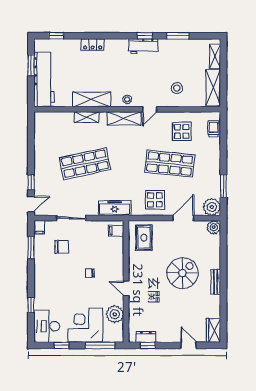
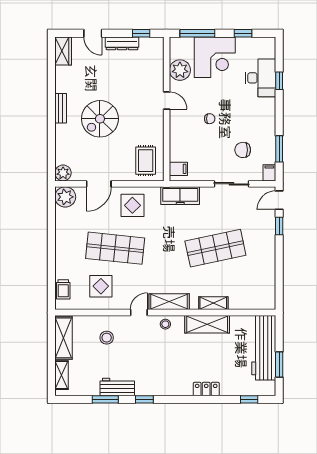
workbench: (143, 46) -> (117, 387), moved
window: (223, 186) -> (51, 222), removed
desk: (47, 326) -> (261, 78), moved
dresser: (146, 337) -> (122, 43), moved, width x1.44

